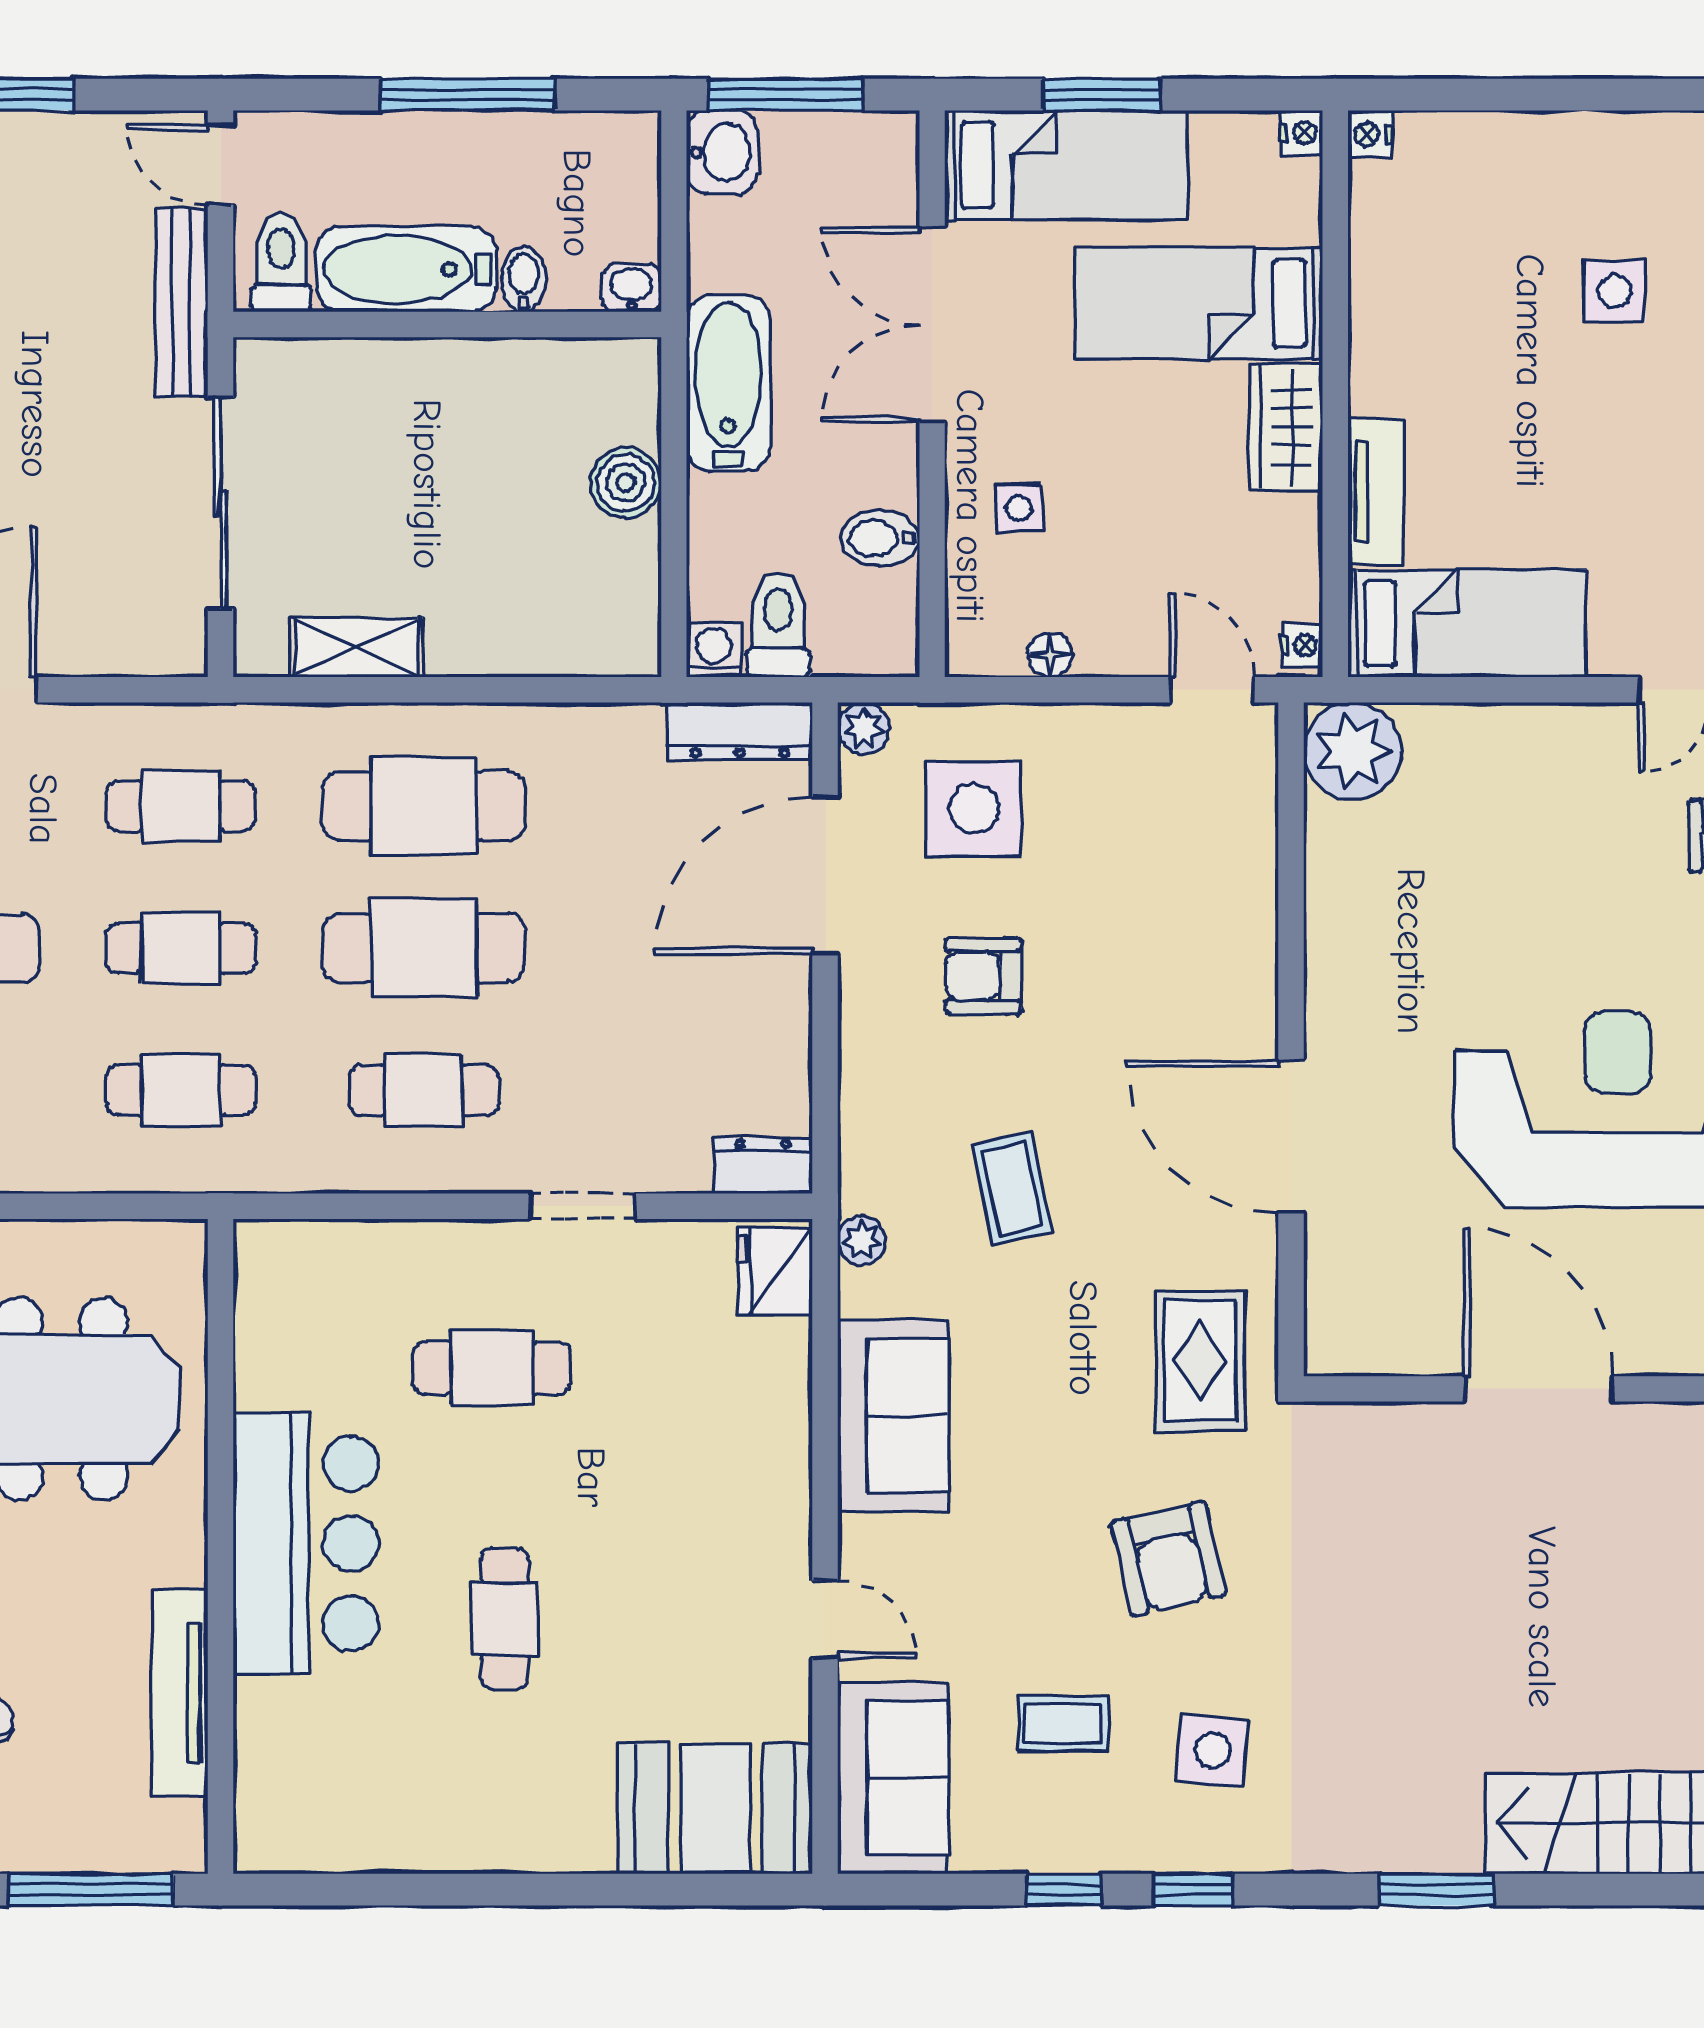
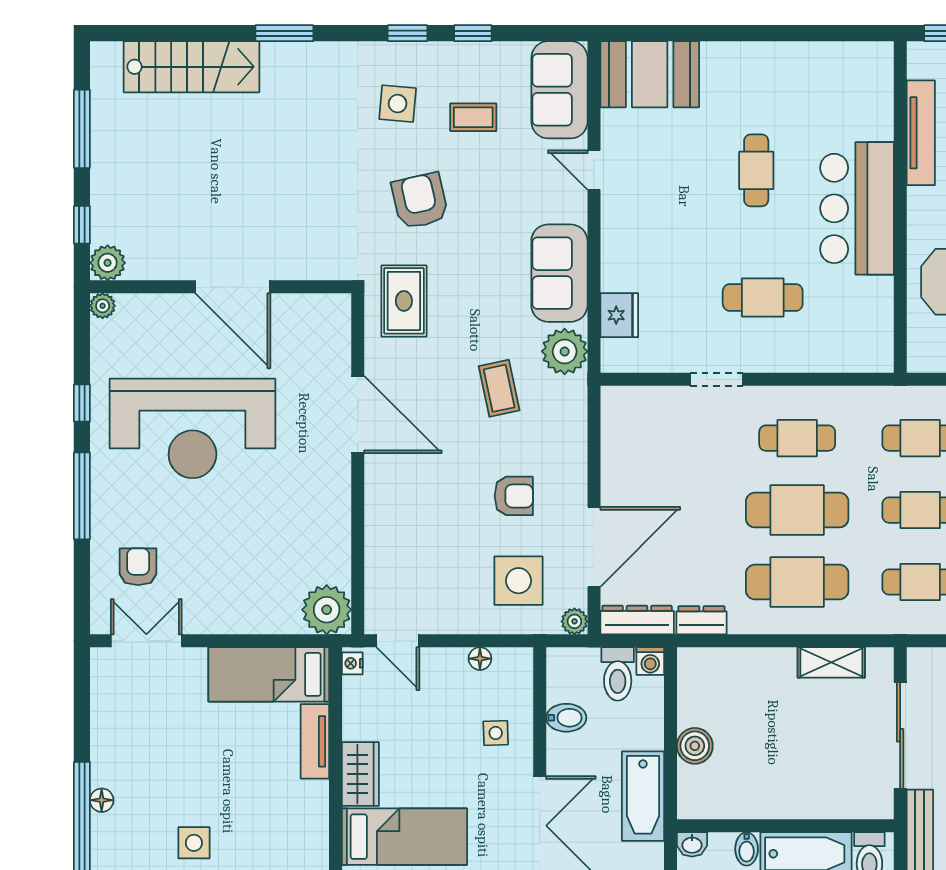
dresser: (763, 1166) -> (701, 620), moved, turned 180
plant: (862, 1240) -> (565, 351), width x1.88, depth x1.88
fridge: (775, 1272) -> (619, 315), moved

